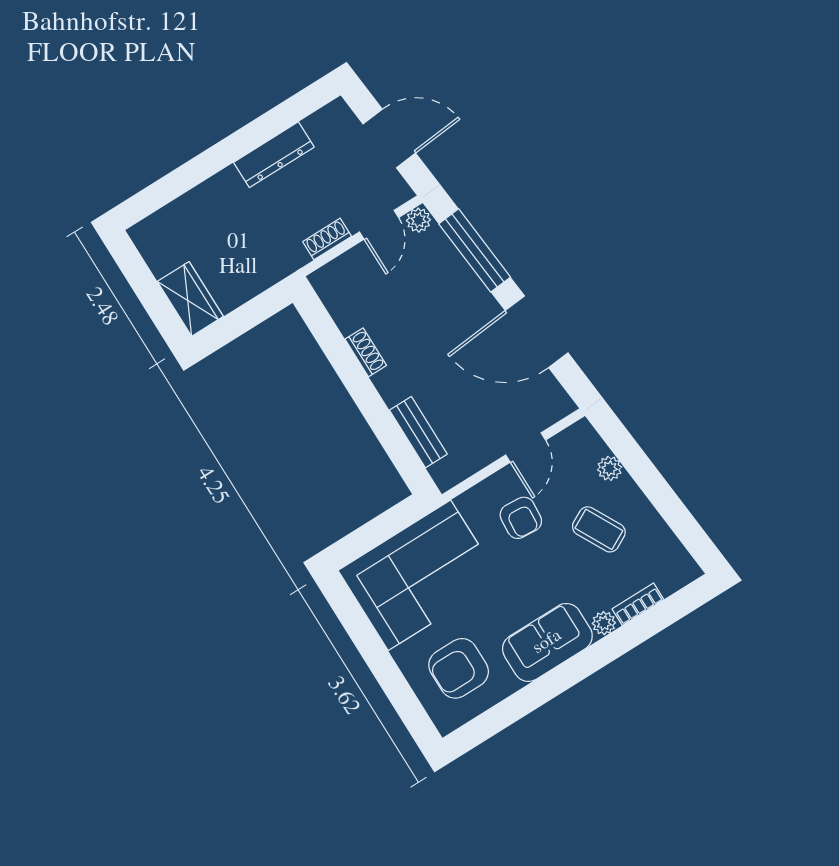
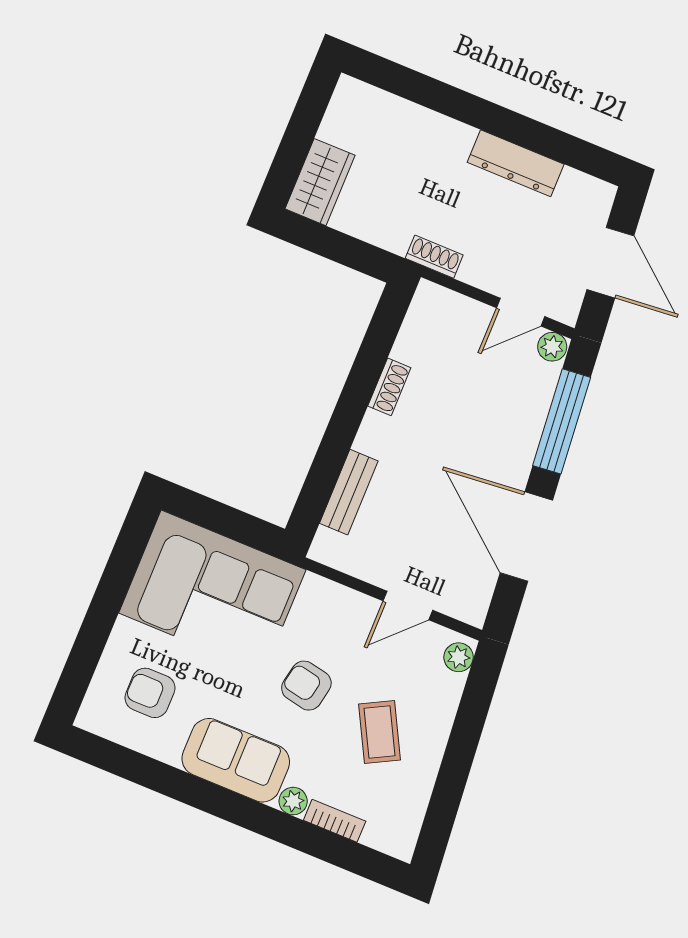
shoe rack: (327, 239) -> (434, 257), moved
plant: (610, 468) -> (459, 657), moved
armchair: (521, 518) -> (306, 686), moved, turned 97
armchair: (459, 668) -> (150, 693), width x0.72, depth x0.72

